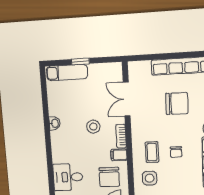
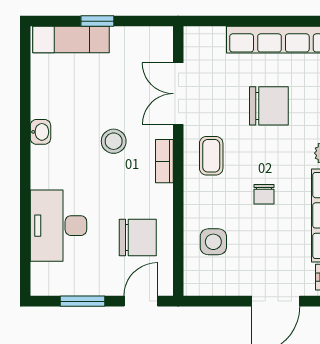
coffee table: (152, 152) -> (211, 156), moved
filing cabinet: (119, 155) -> (158, 196), removed
desk: (68, 177) -> (58, 226), width x1.37
chair: (109, 177) -> (138, 237), turned -90

